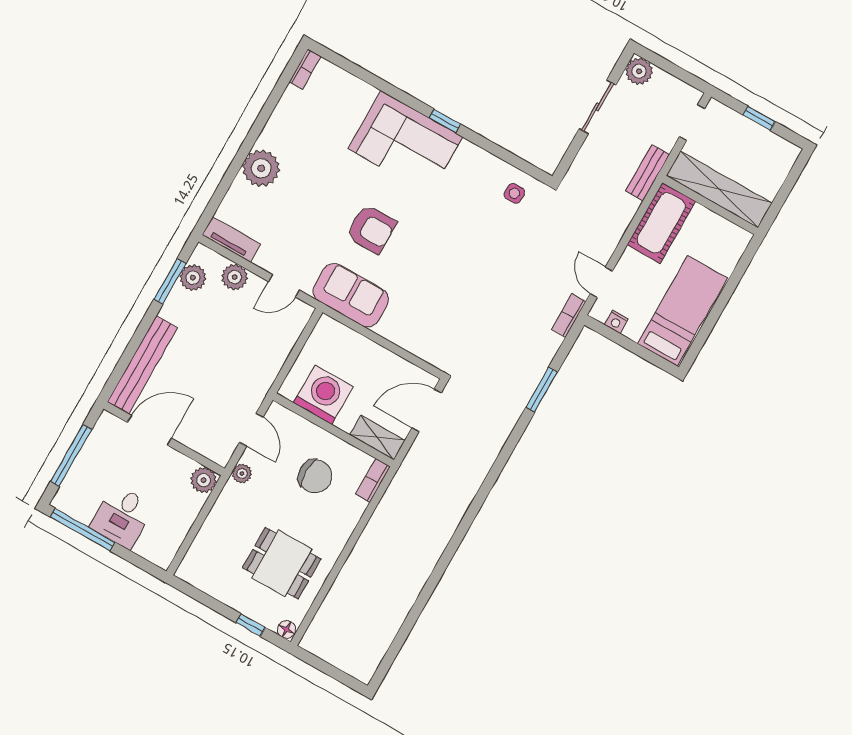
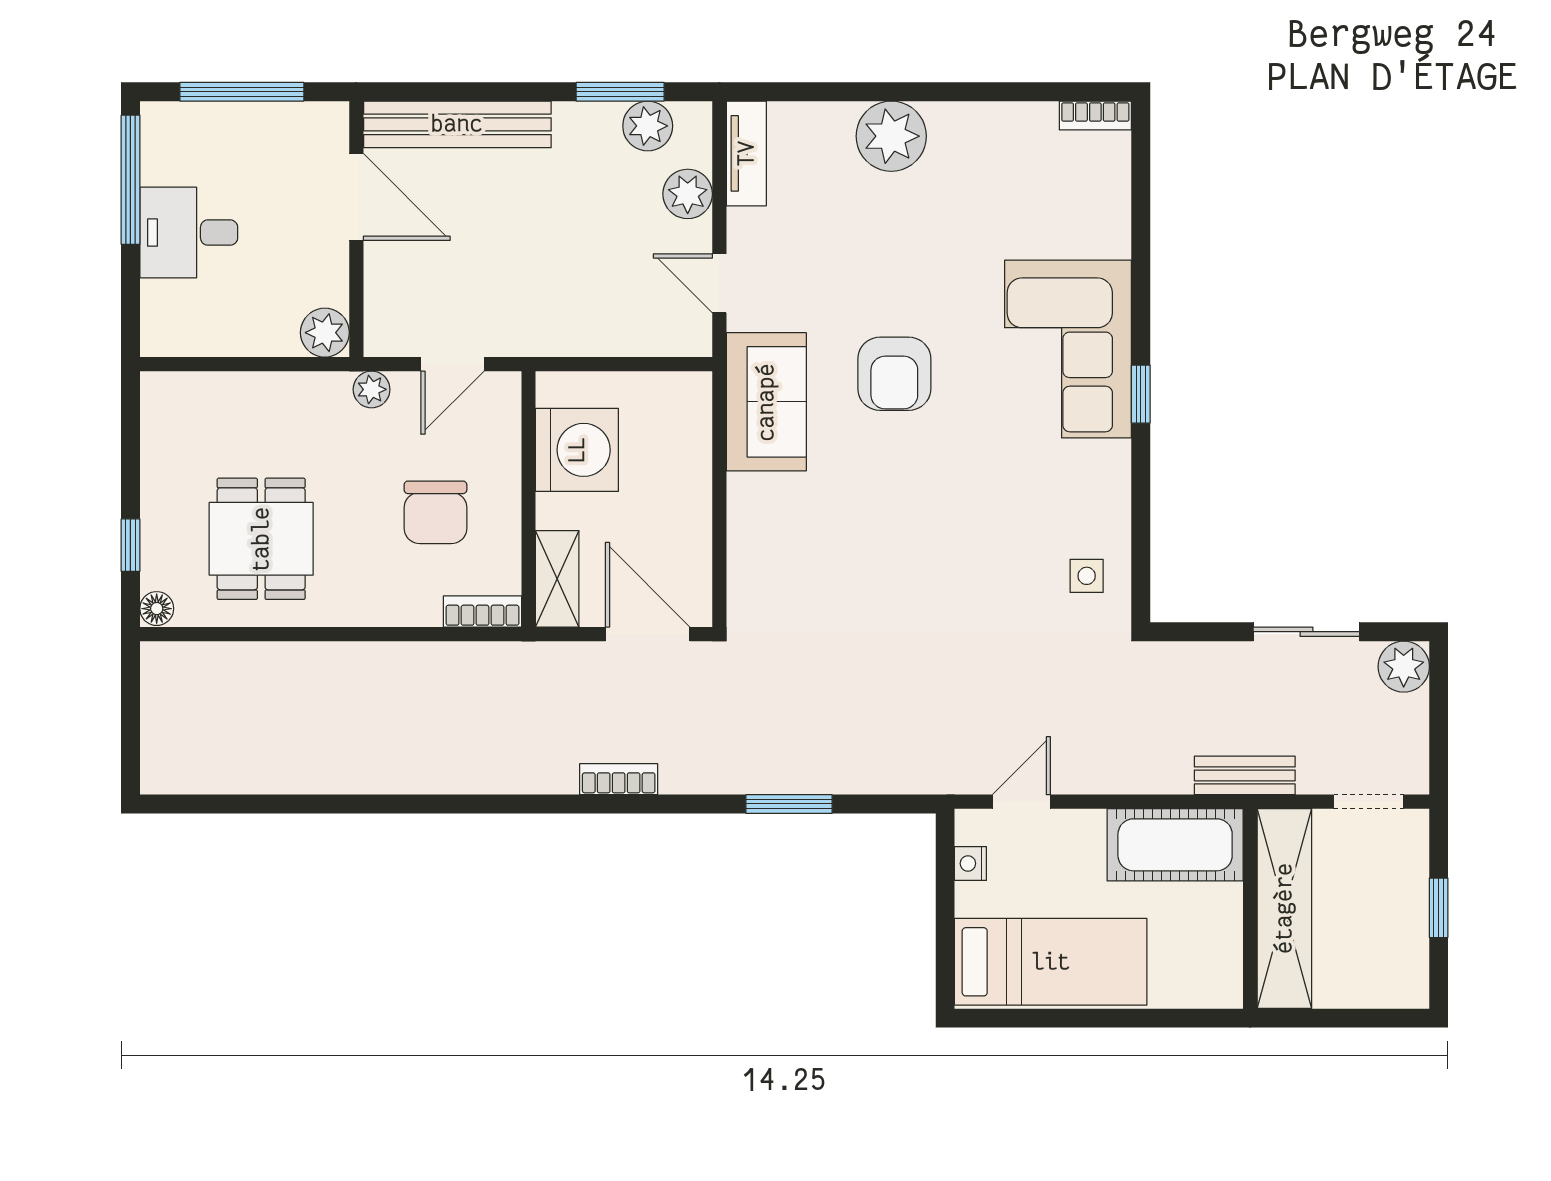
bookcase: (569, 316) -> (619, 779), moved

